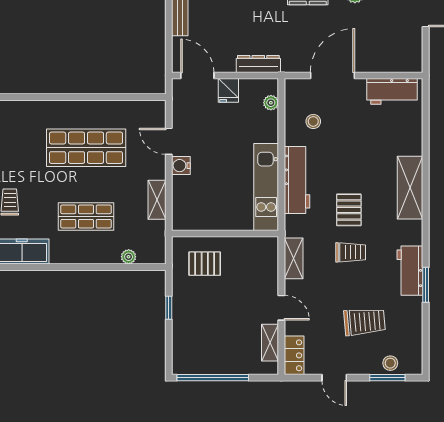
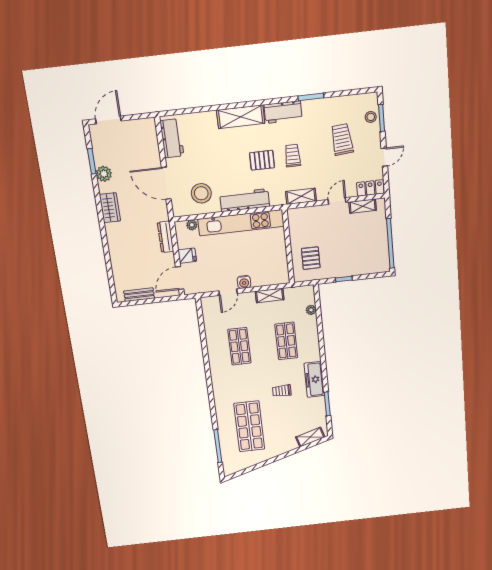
stool: (313, 121) -> (201, 193), width x1.89, depth x1.89
shop shelf: (86, 148) -> (239, 346), width x0.70, depth x0.74
kitchen unit: (266, 187) -> (241, 223), width x1.36
workbench: (410, 271) -> (283, 112), moved

